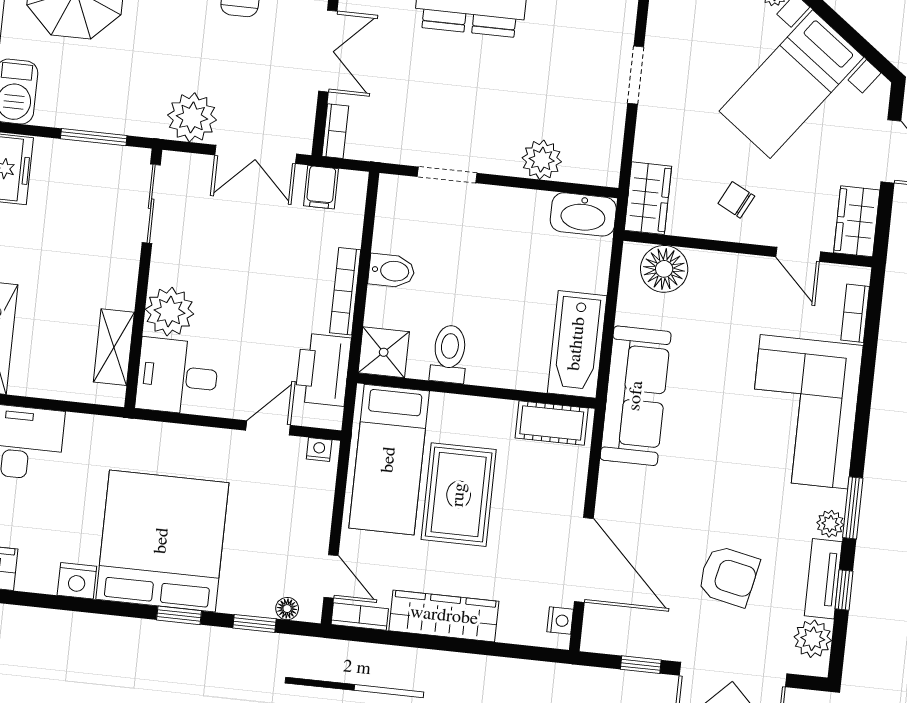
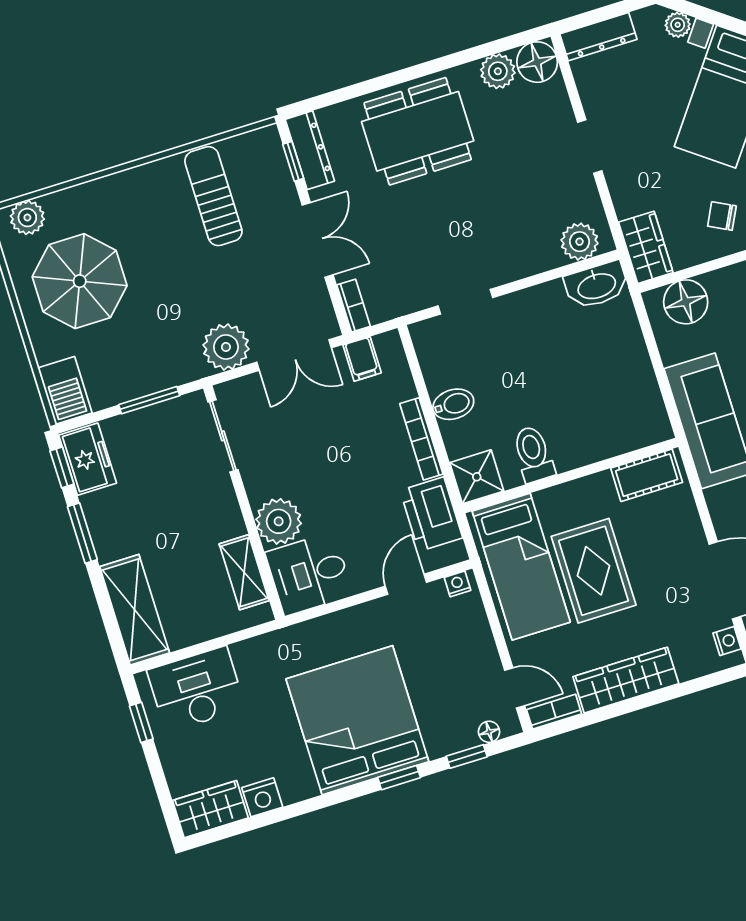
plant: (542, 160) -> (580, 242), moved
bathtub: (577, 344) -> (639, 398), removed
nightstand: (77, 581) -> (262, 797), moved

